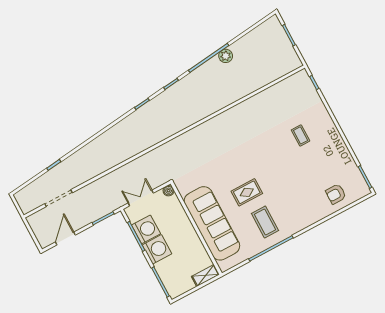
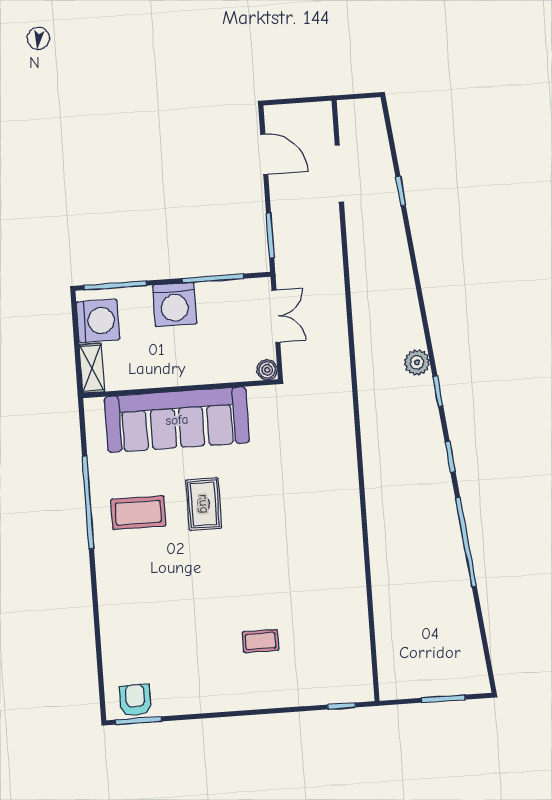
plant: (226, 56) -> (417, 362), moved
armchair: (336, 194) -> (135, 700), moved
washing machine: (146, 229) -> (98, 321), moved, turned -90

